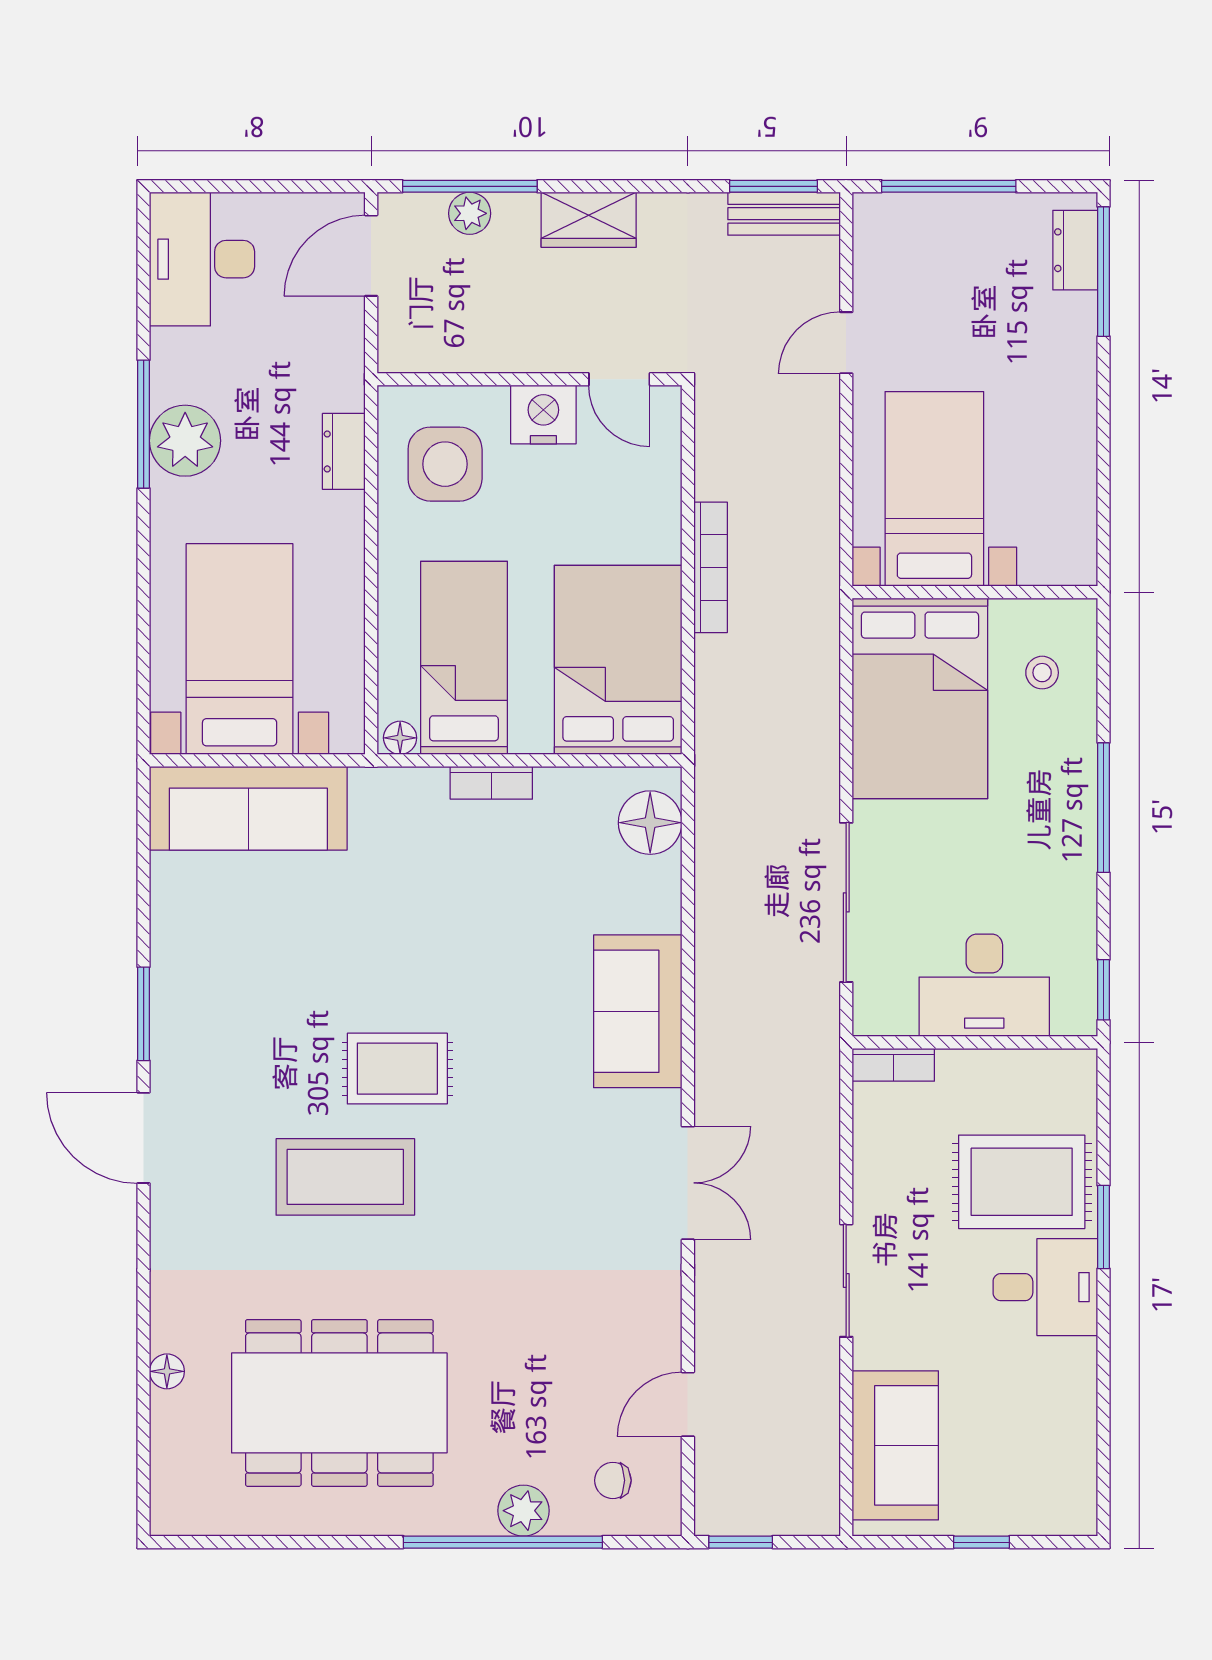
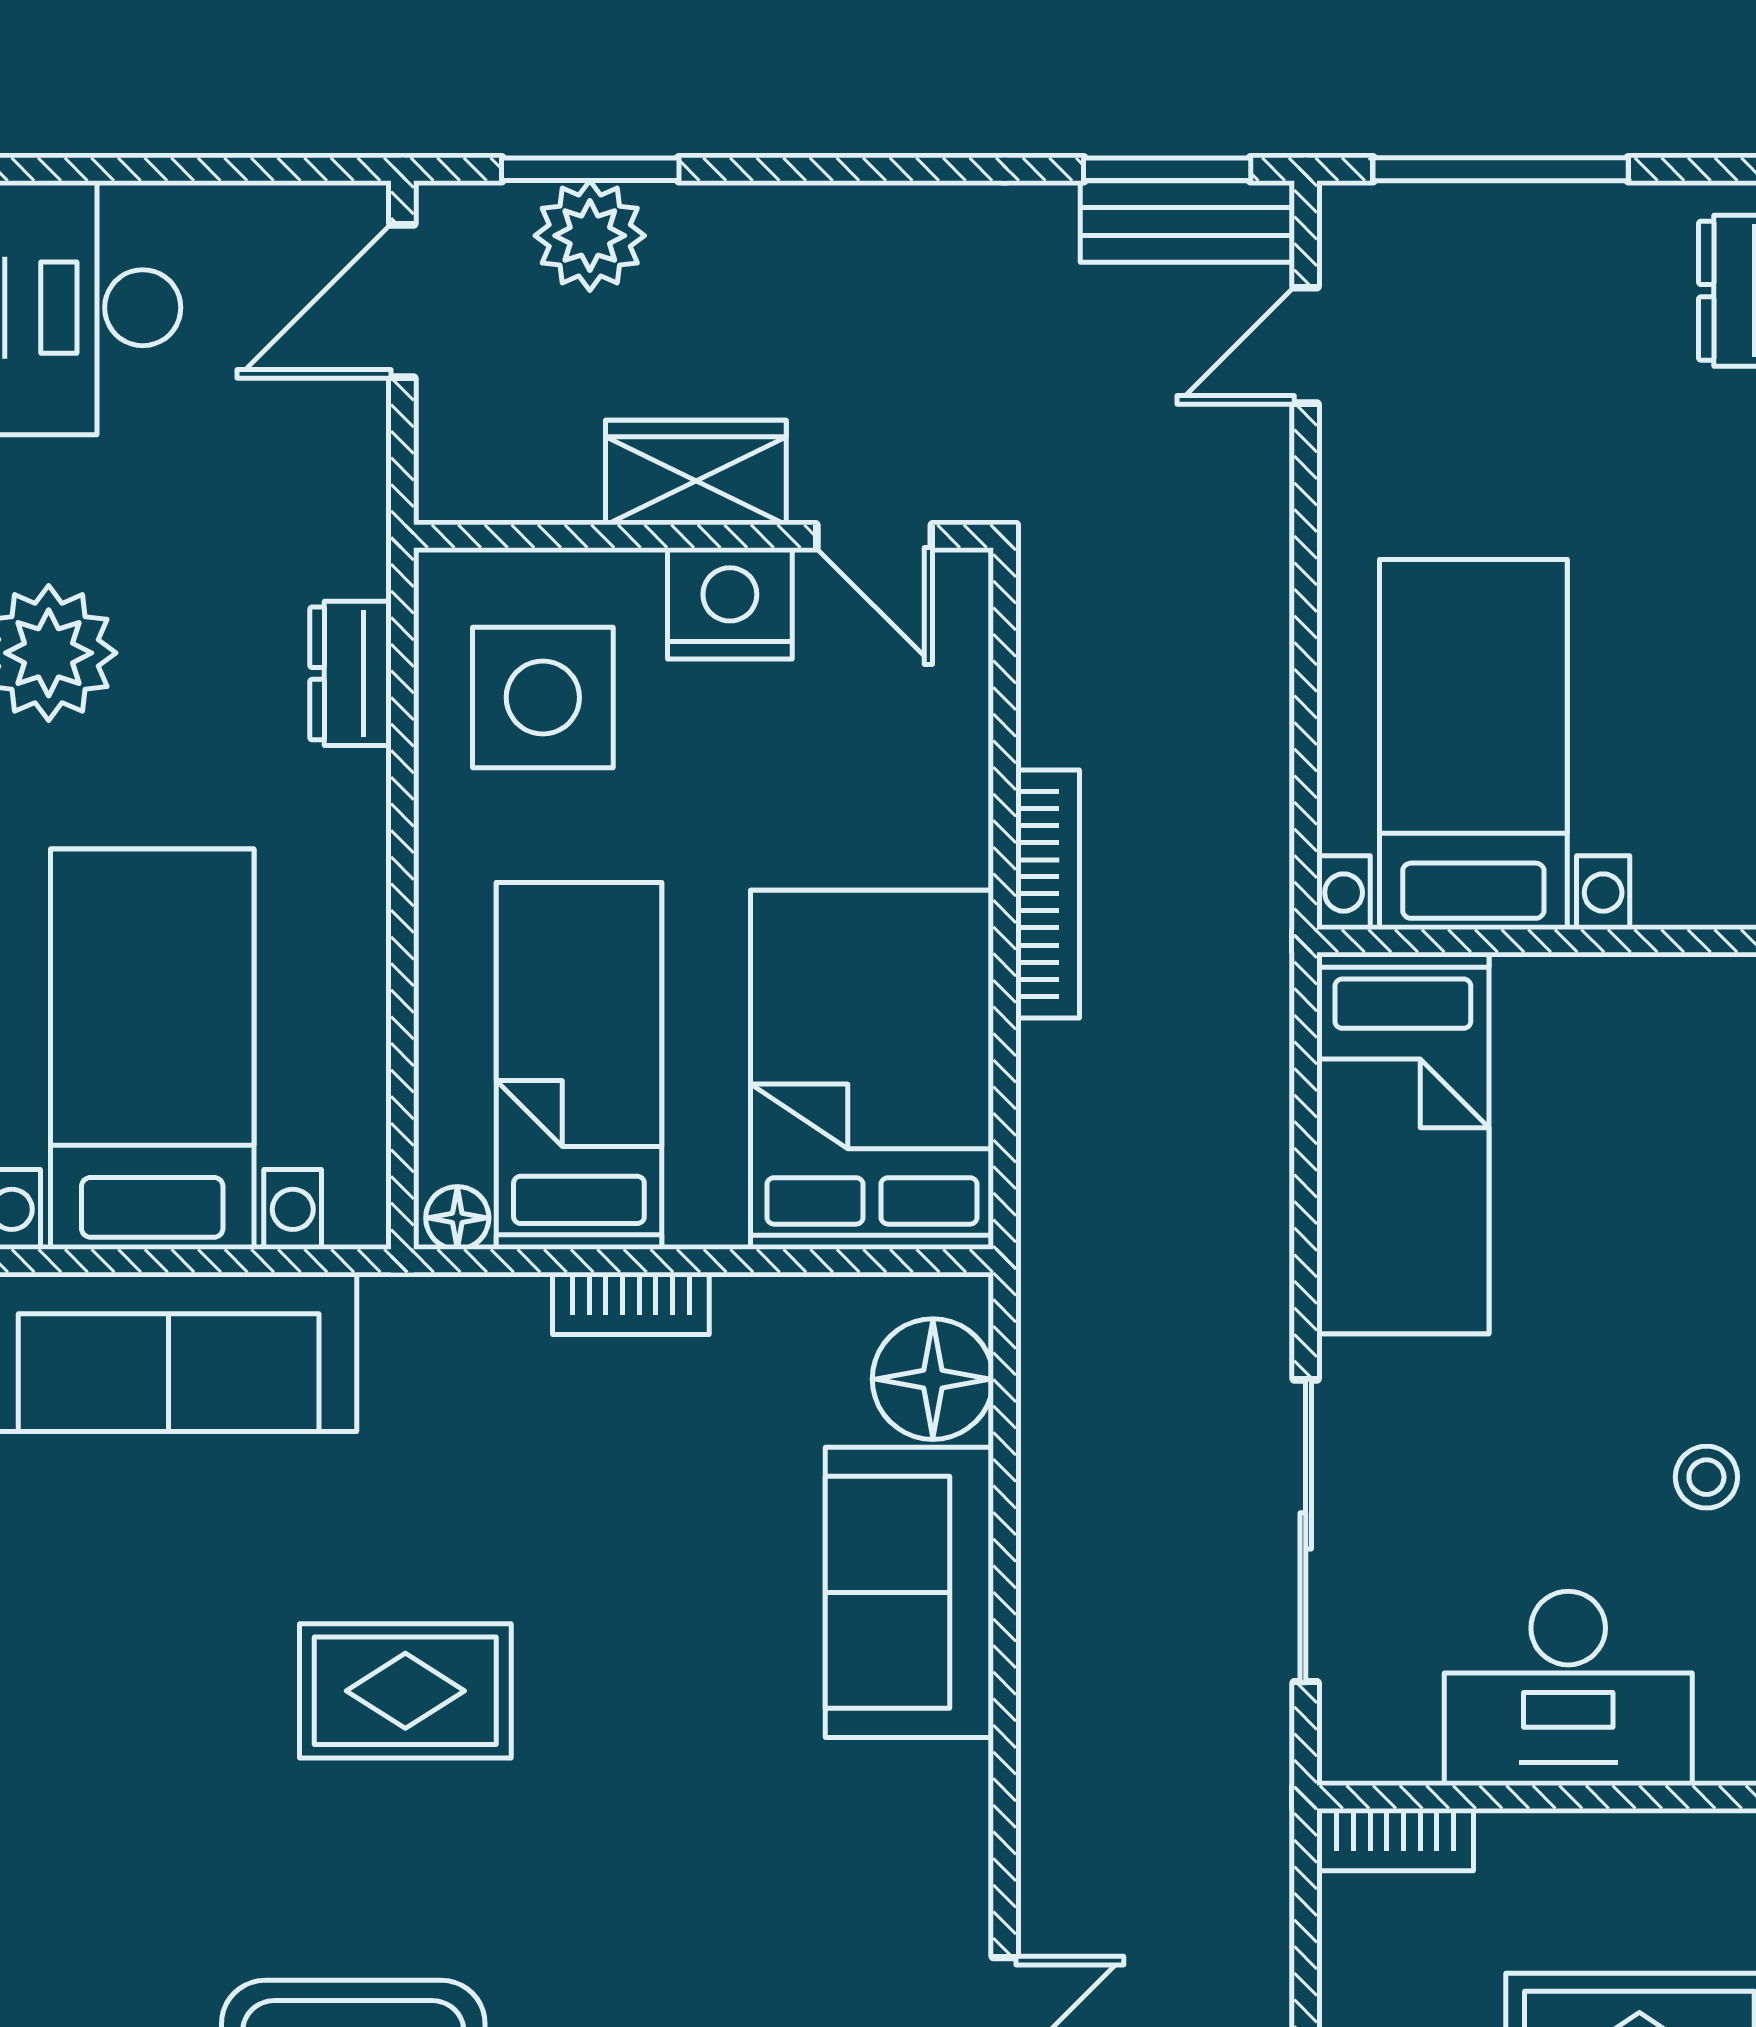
window: (470, 186) -> (590, 169), width x0.69
plant: (470, 213) -> (590, 236), width x1.38, depth x1.38
wardrobe: (589, 220) -> (696, 473), moved, turned 180
door: (846, 343) -> (1306, 345), moved
stool: (1042, 673) -> (1706, 1477), moved
bed: (920, 698) -> (1403, 1143), width x0.67
sofa: (638, 1011) -> (909, 1592), moved
rug: (397, 1069) -> (405, 1691), moved

